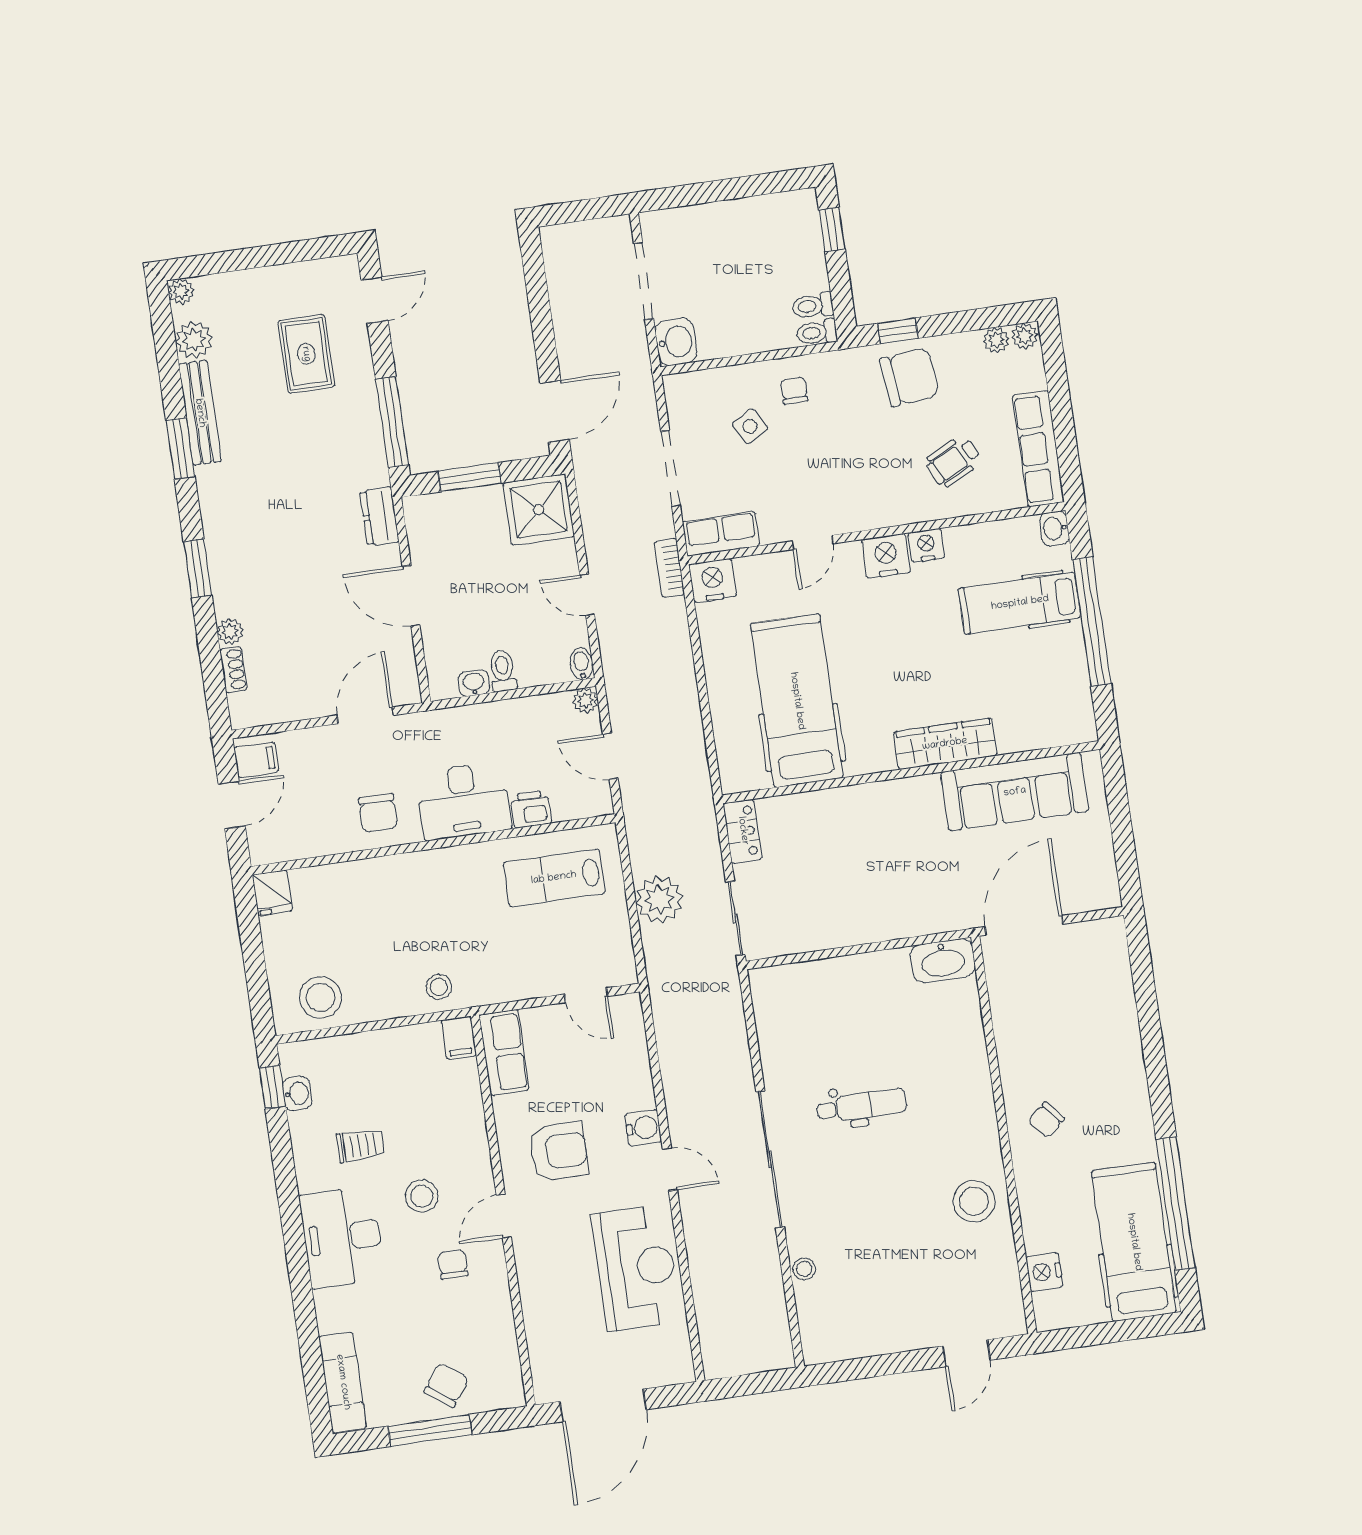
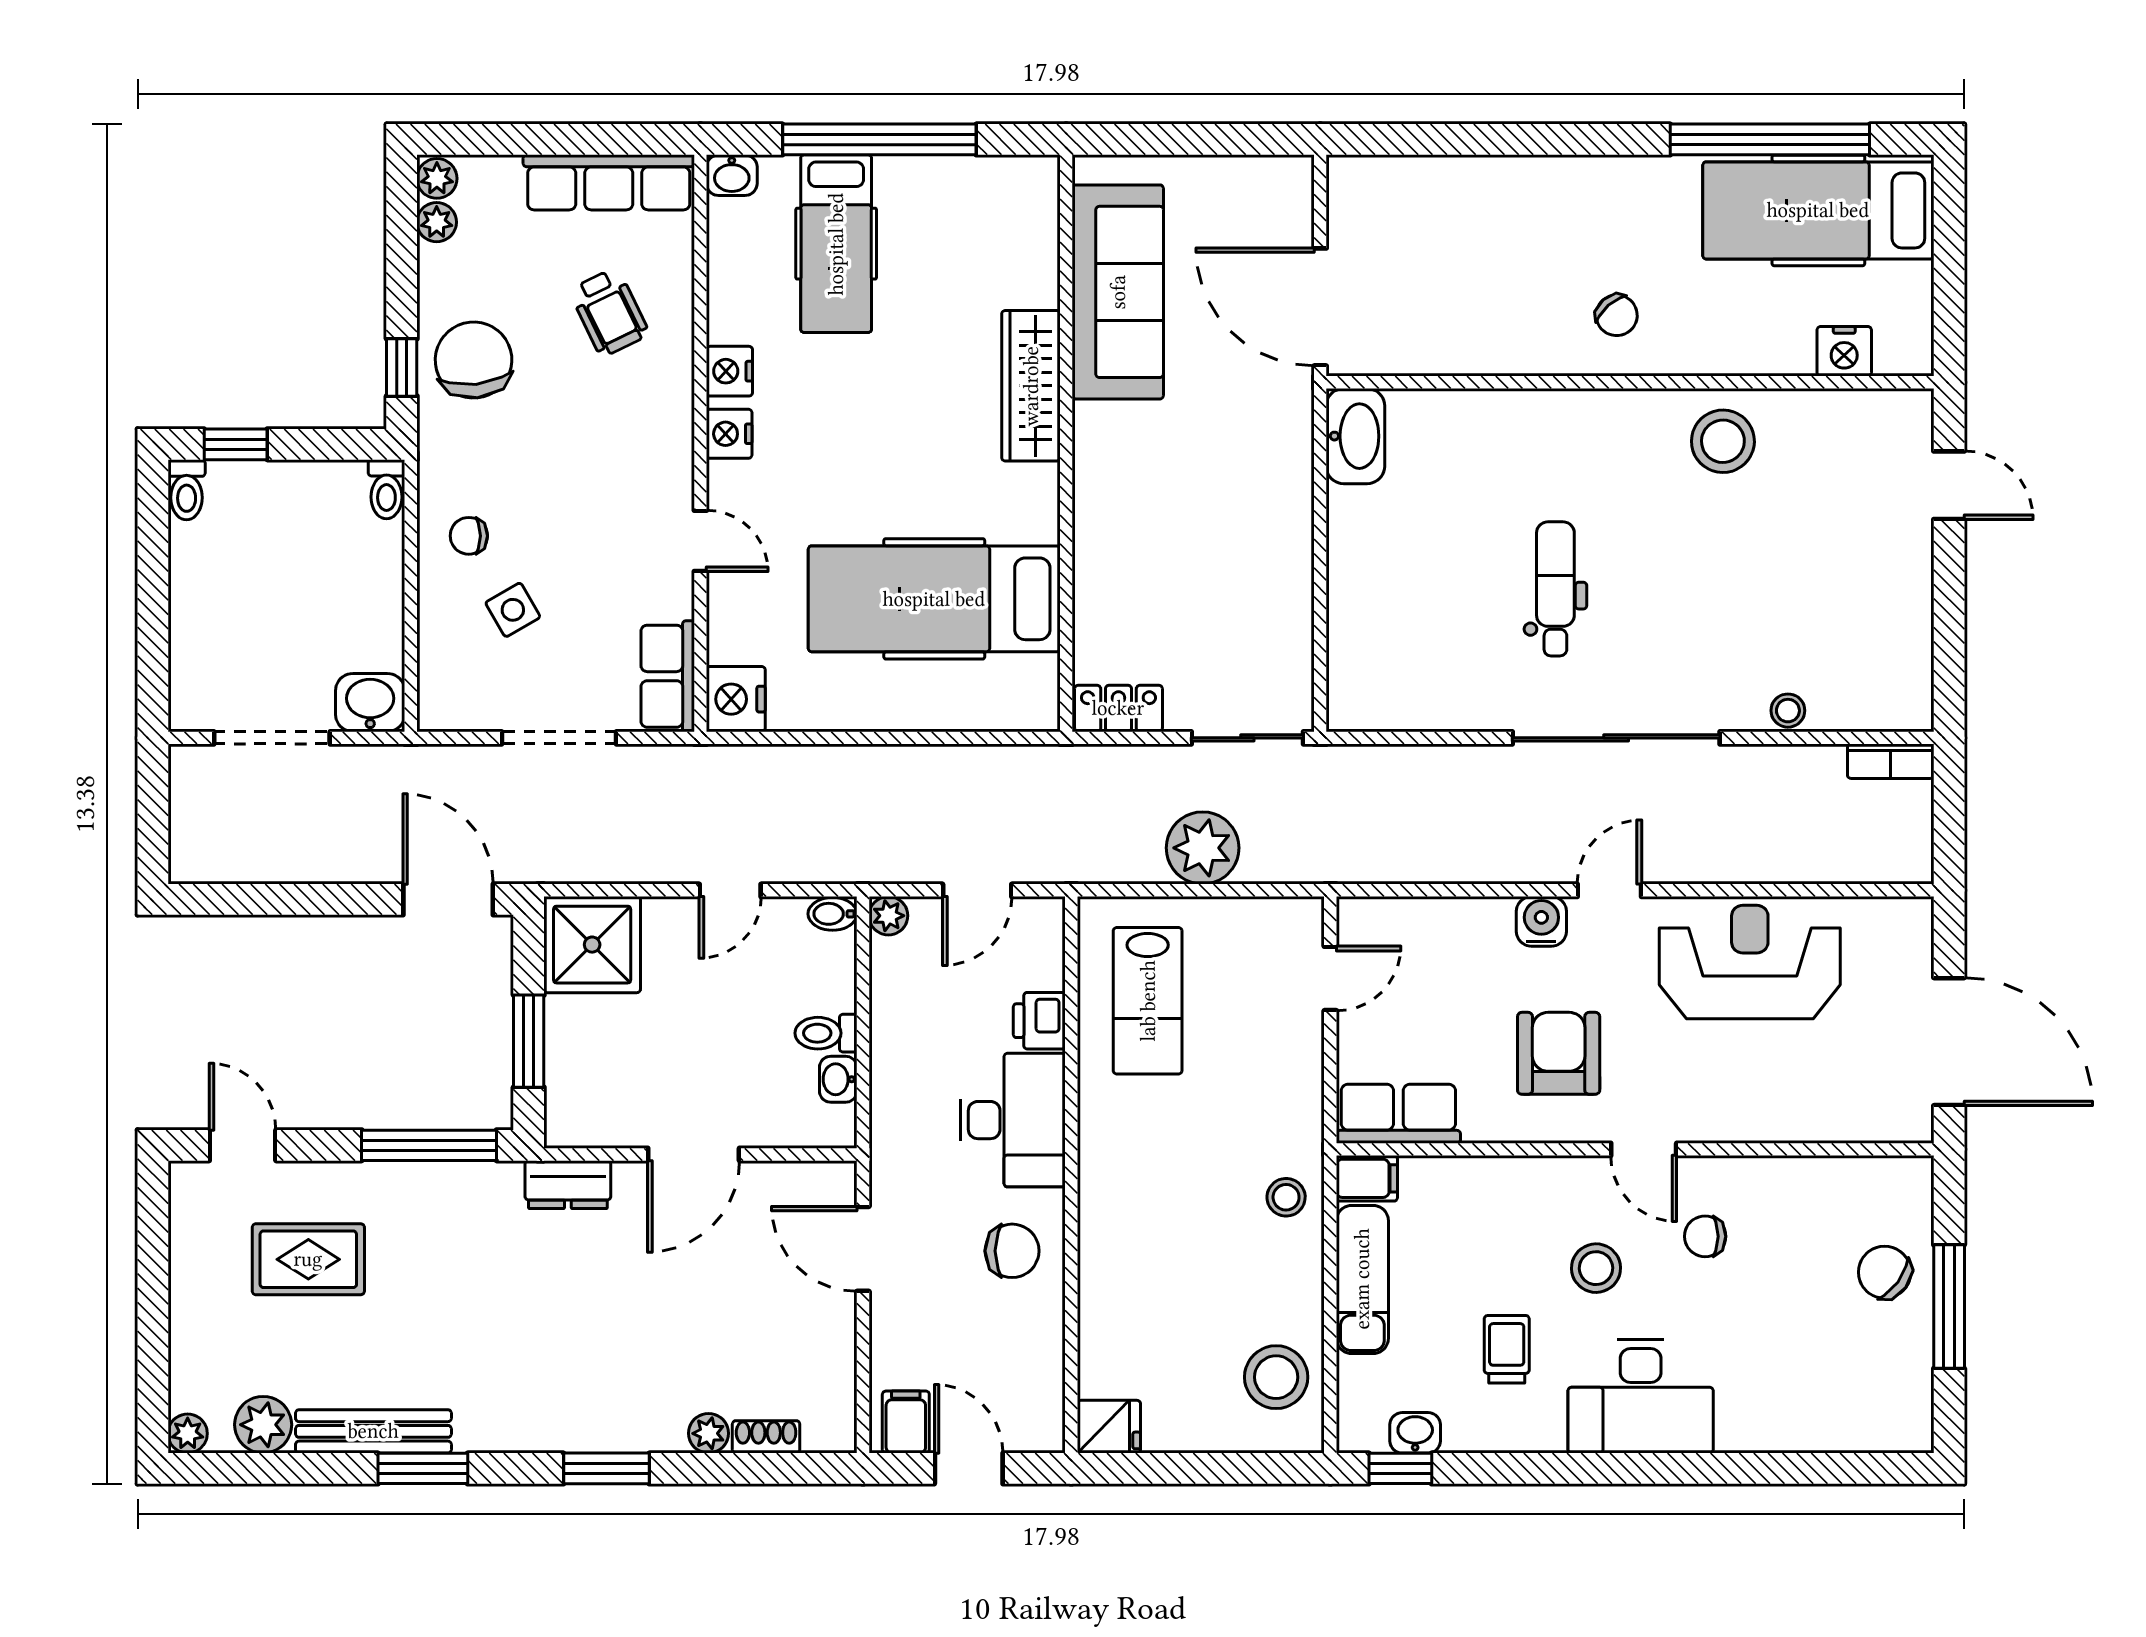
toilet: (813, 306) -> (187, 490), moved
nightstand: (886, 556) -> (729, 434), width x0.74, depth x0.75
bookcase: (669, 568) -> (1891, 761), moved
exam couch: (343, 1382) -> (1362, 1279), moved, turned 90

